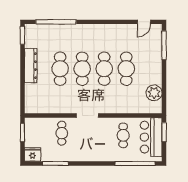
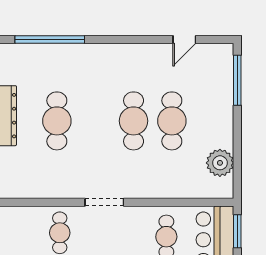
door: (144, 22) -> (184, 40), moved
cafe table: (82, 69) -> (95, 121), removed

